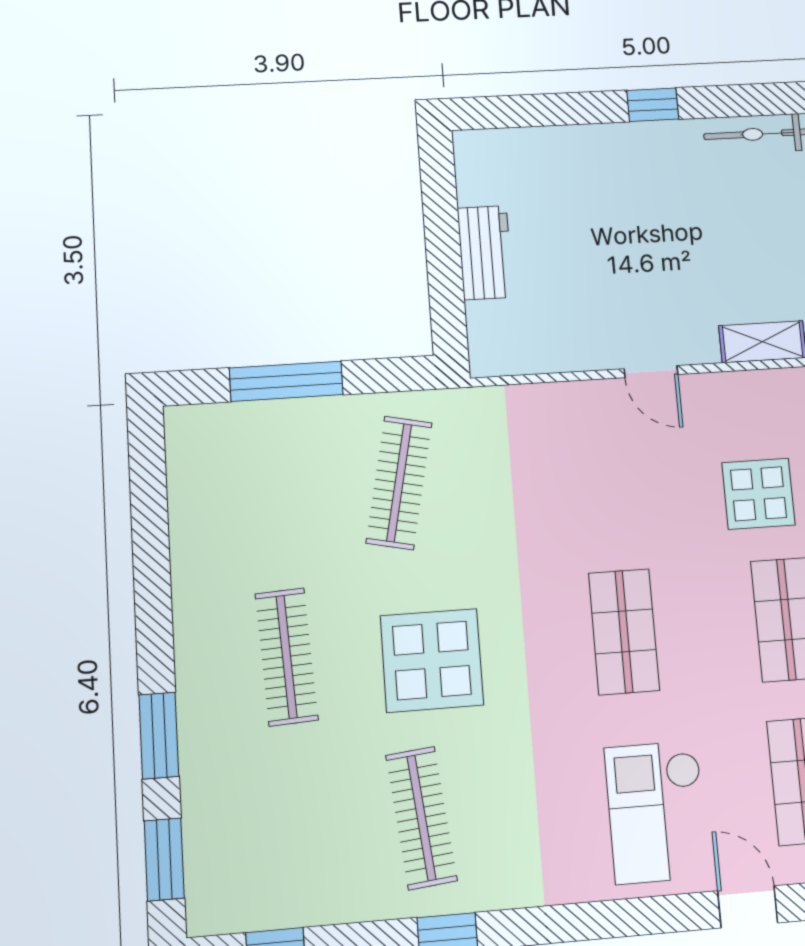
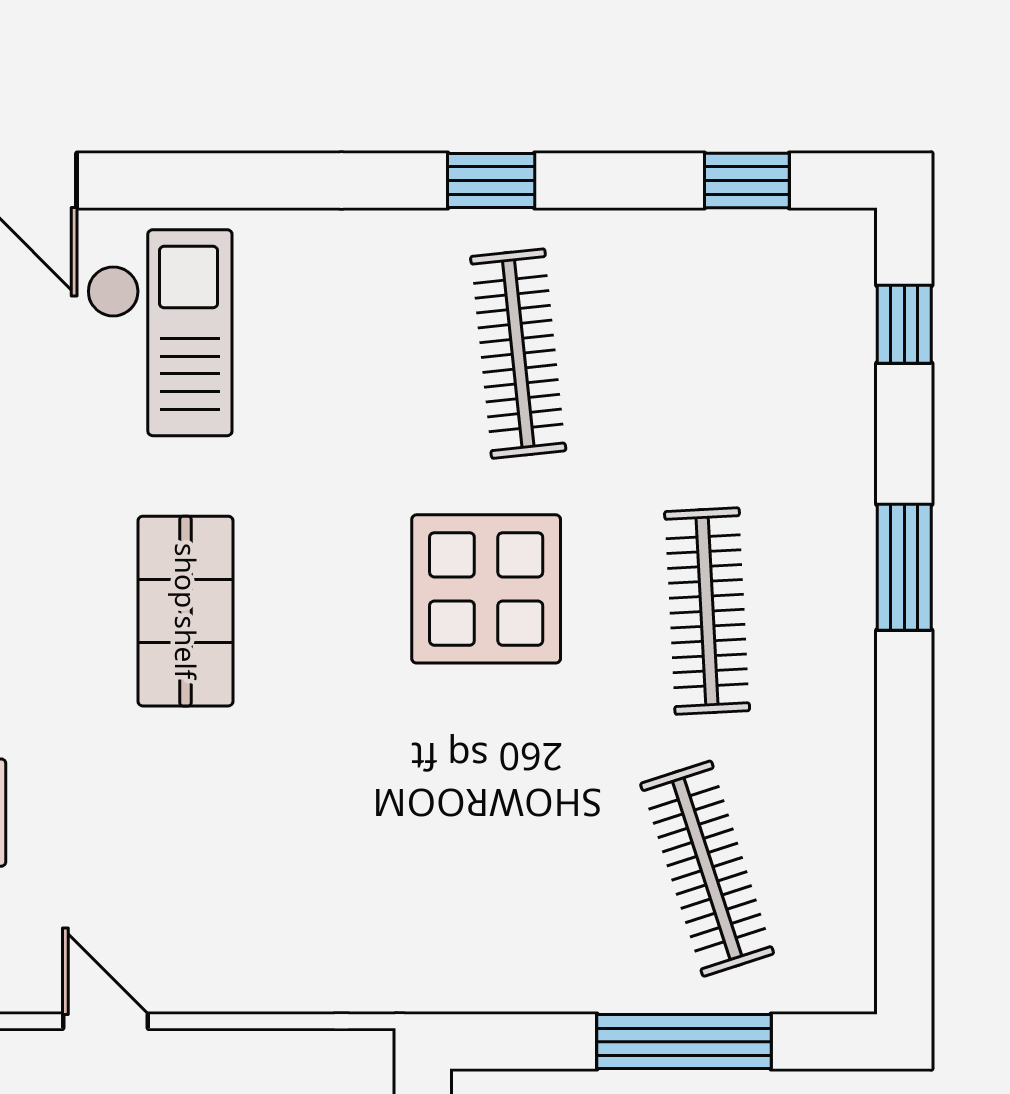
clothes rail: (399, 483) -> (707, 869), moved, turned -30
window: (159, 736) -> (904, 567), moved
window: (164, 859) -> (904, 324), width x0.67

